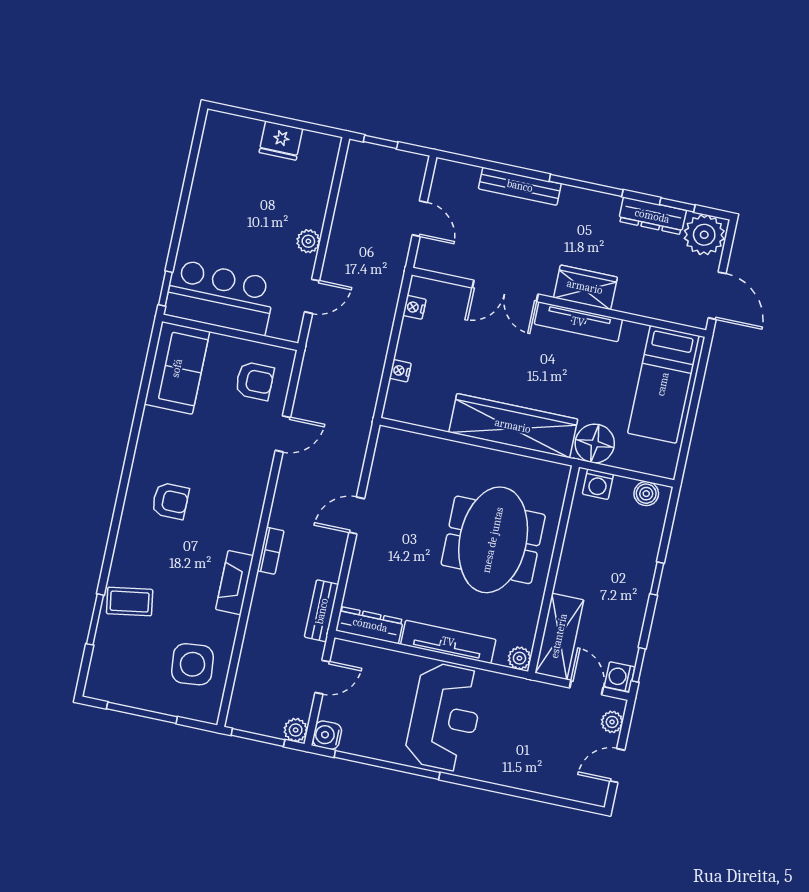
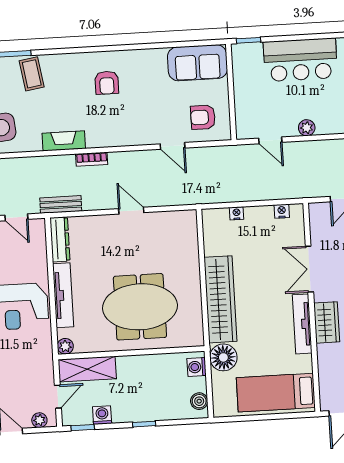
bar counter: (220, 297) -> (300, 60), moved, turned 90
armchair: (255, 381) -> (203, 117), turned 90
washing machine: (620, 677) -> (102, 415), moved

